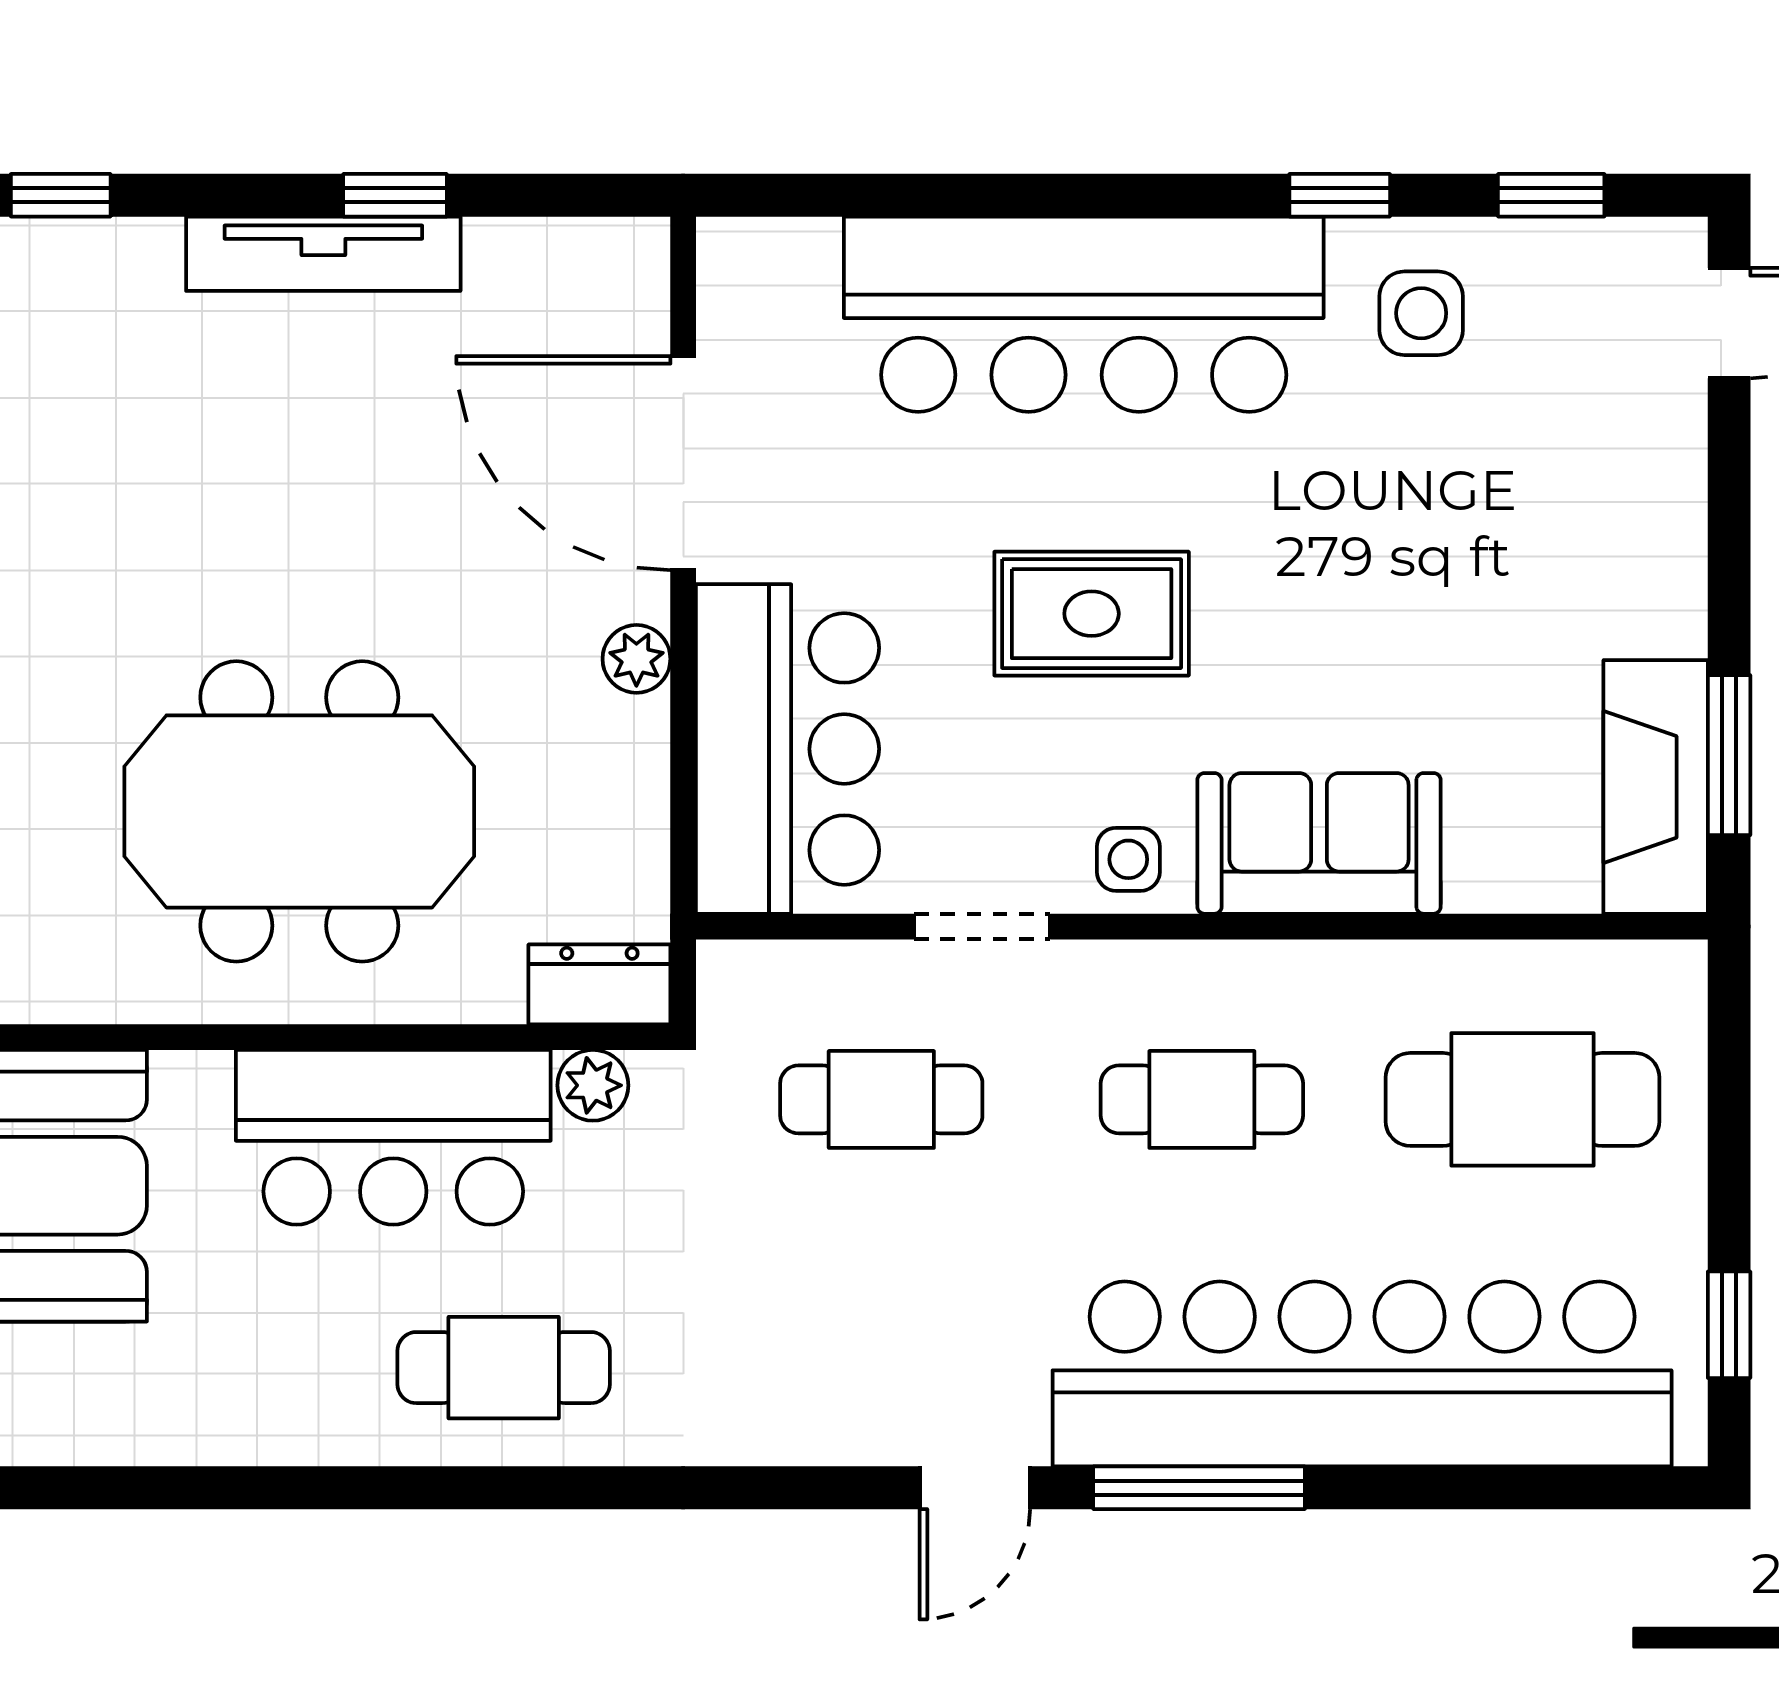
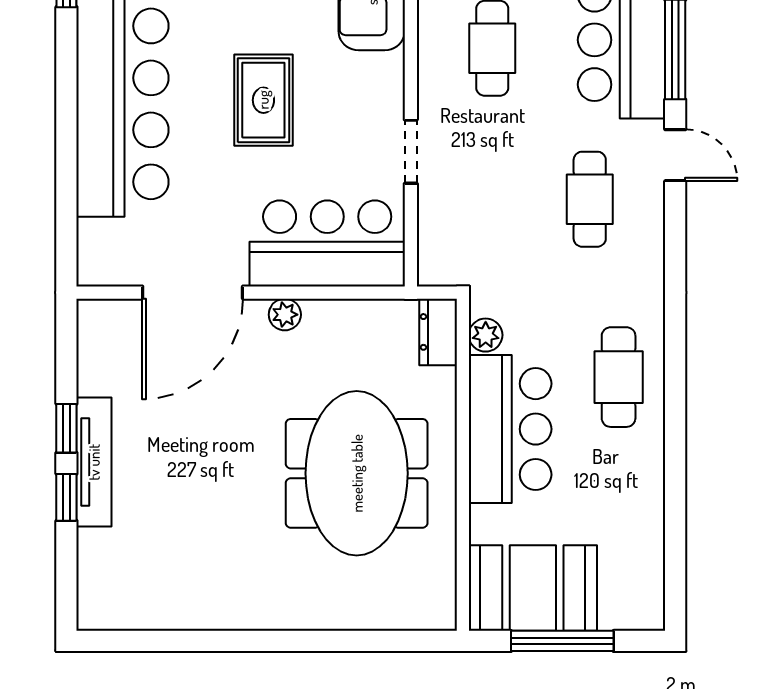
window: (61, 195) -> (66, 497), moved
side table: (1128, 859) -> (379, 83), removed
cafe table: (881, 1099) -> (590, 199), moved

